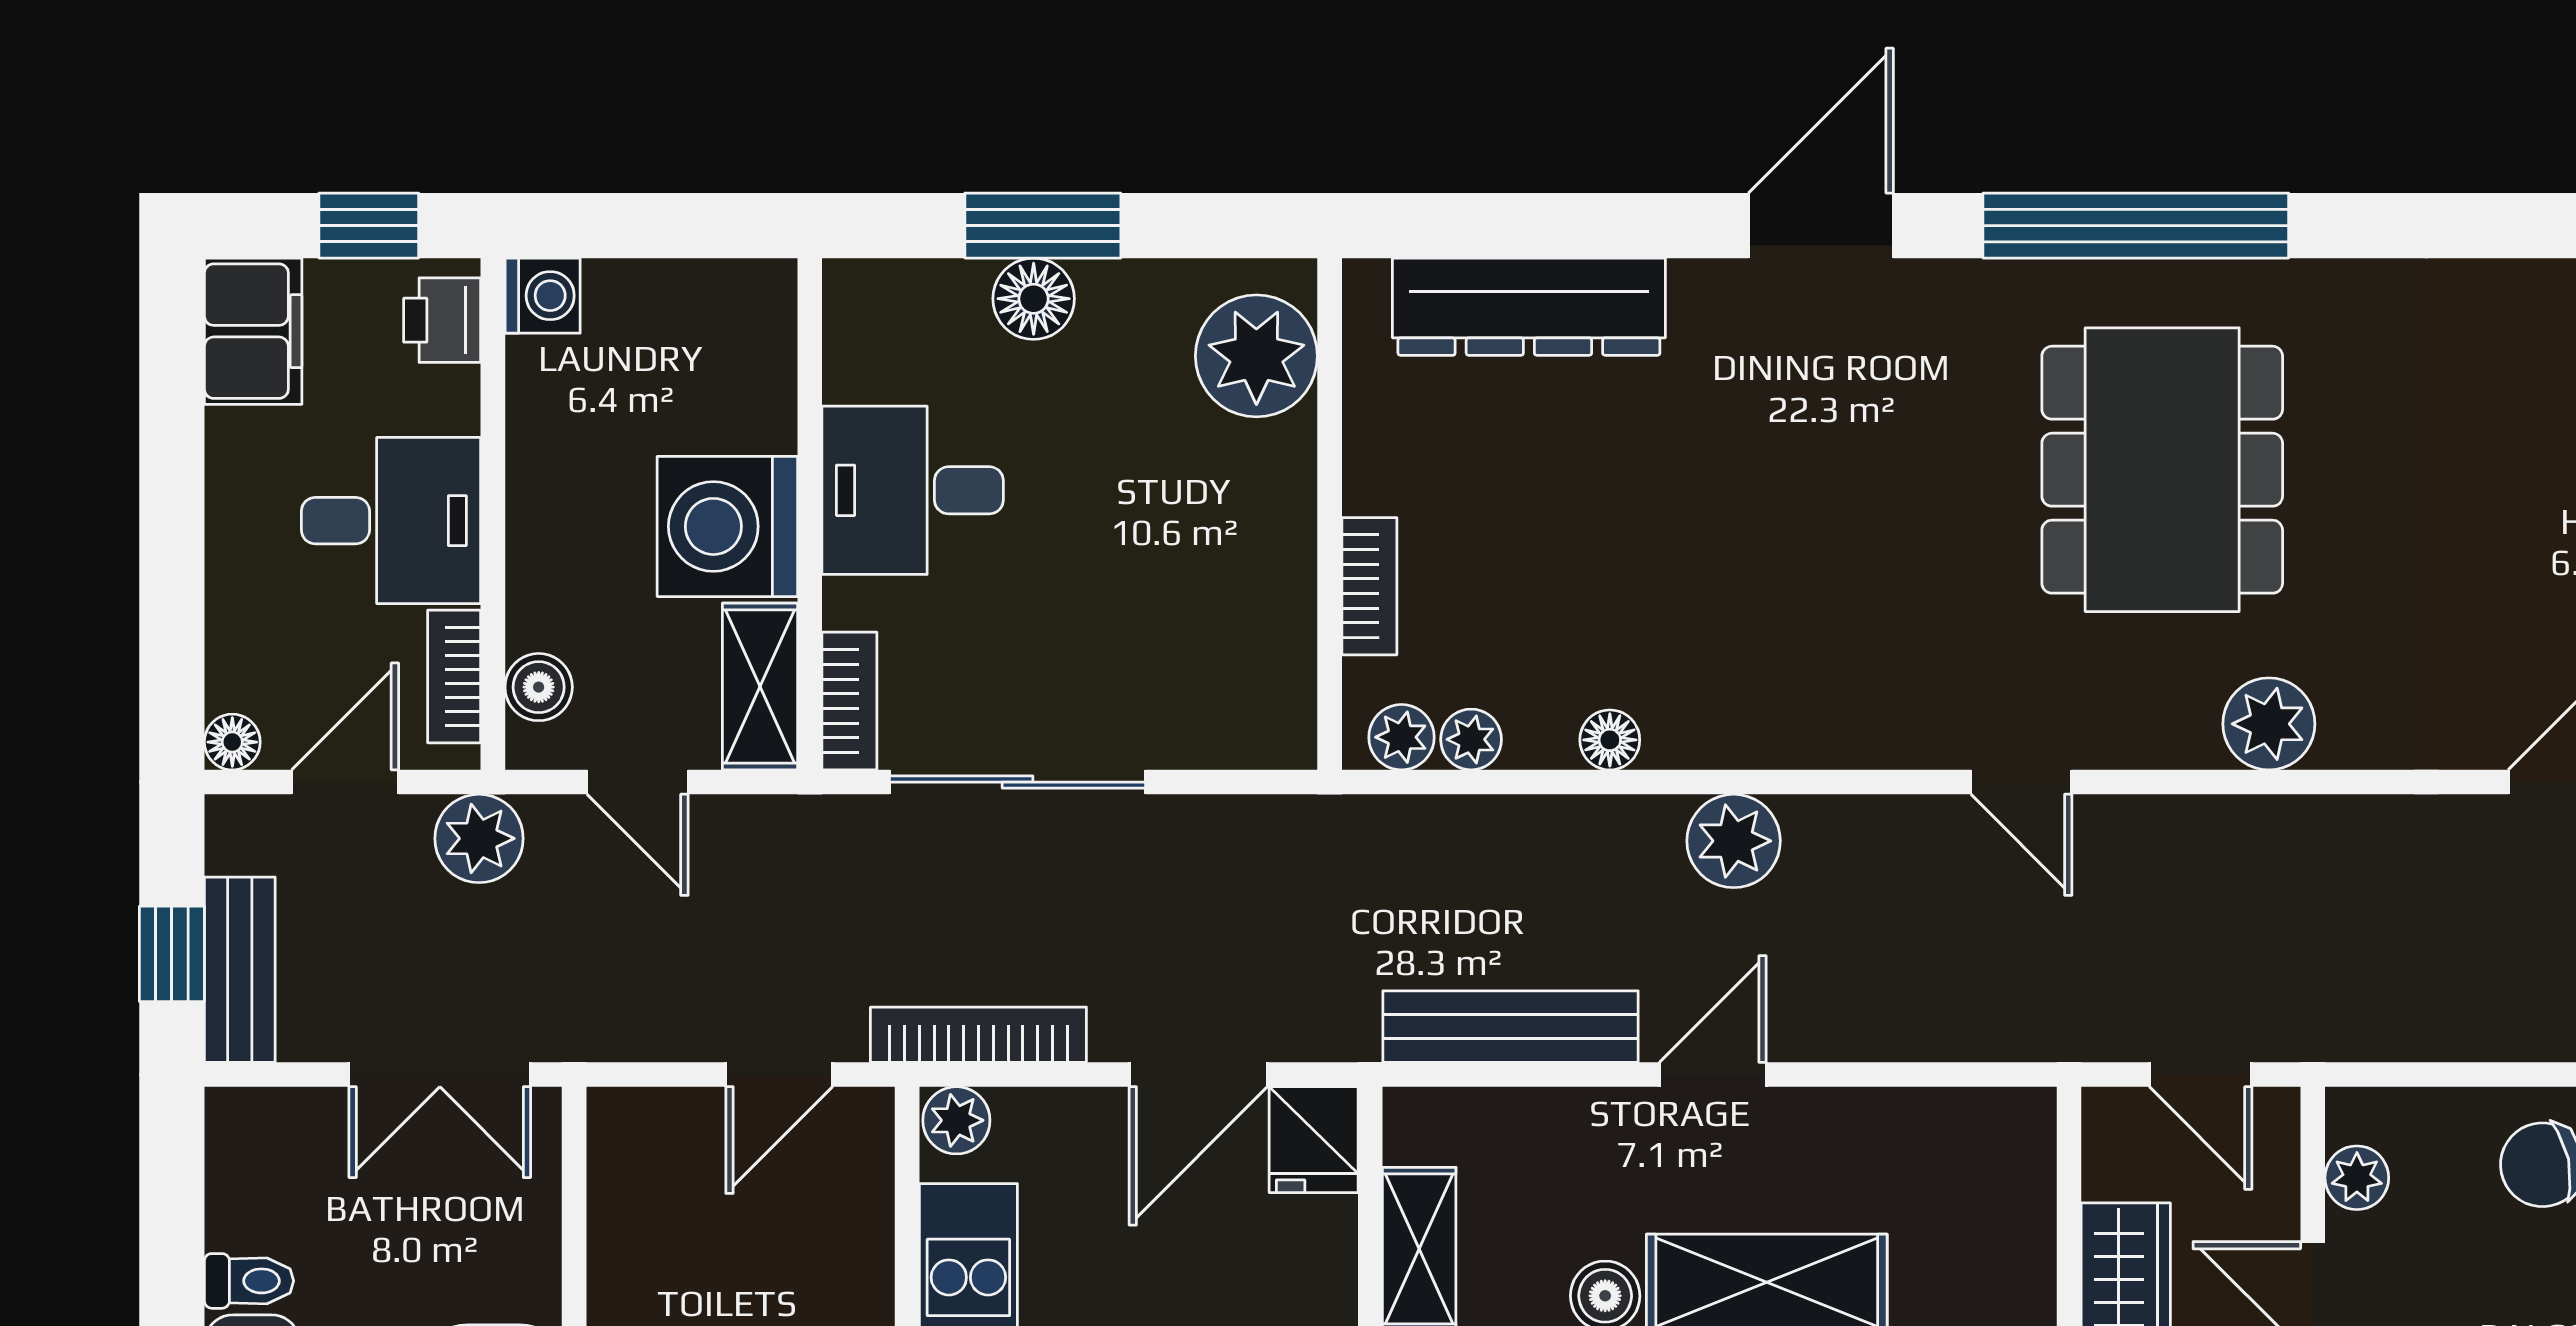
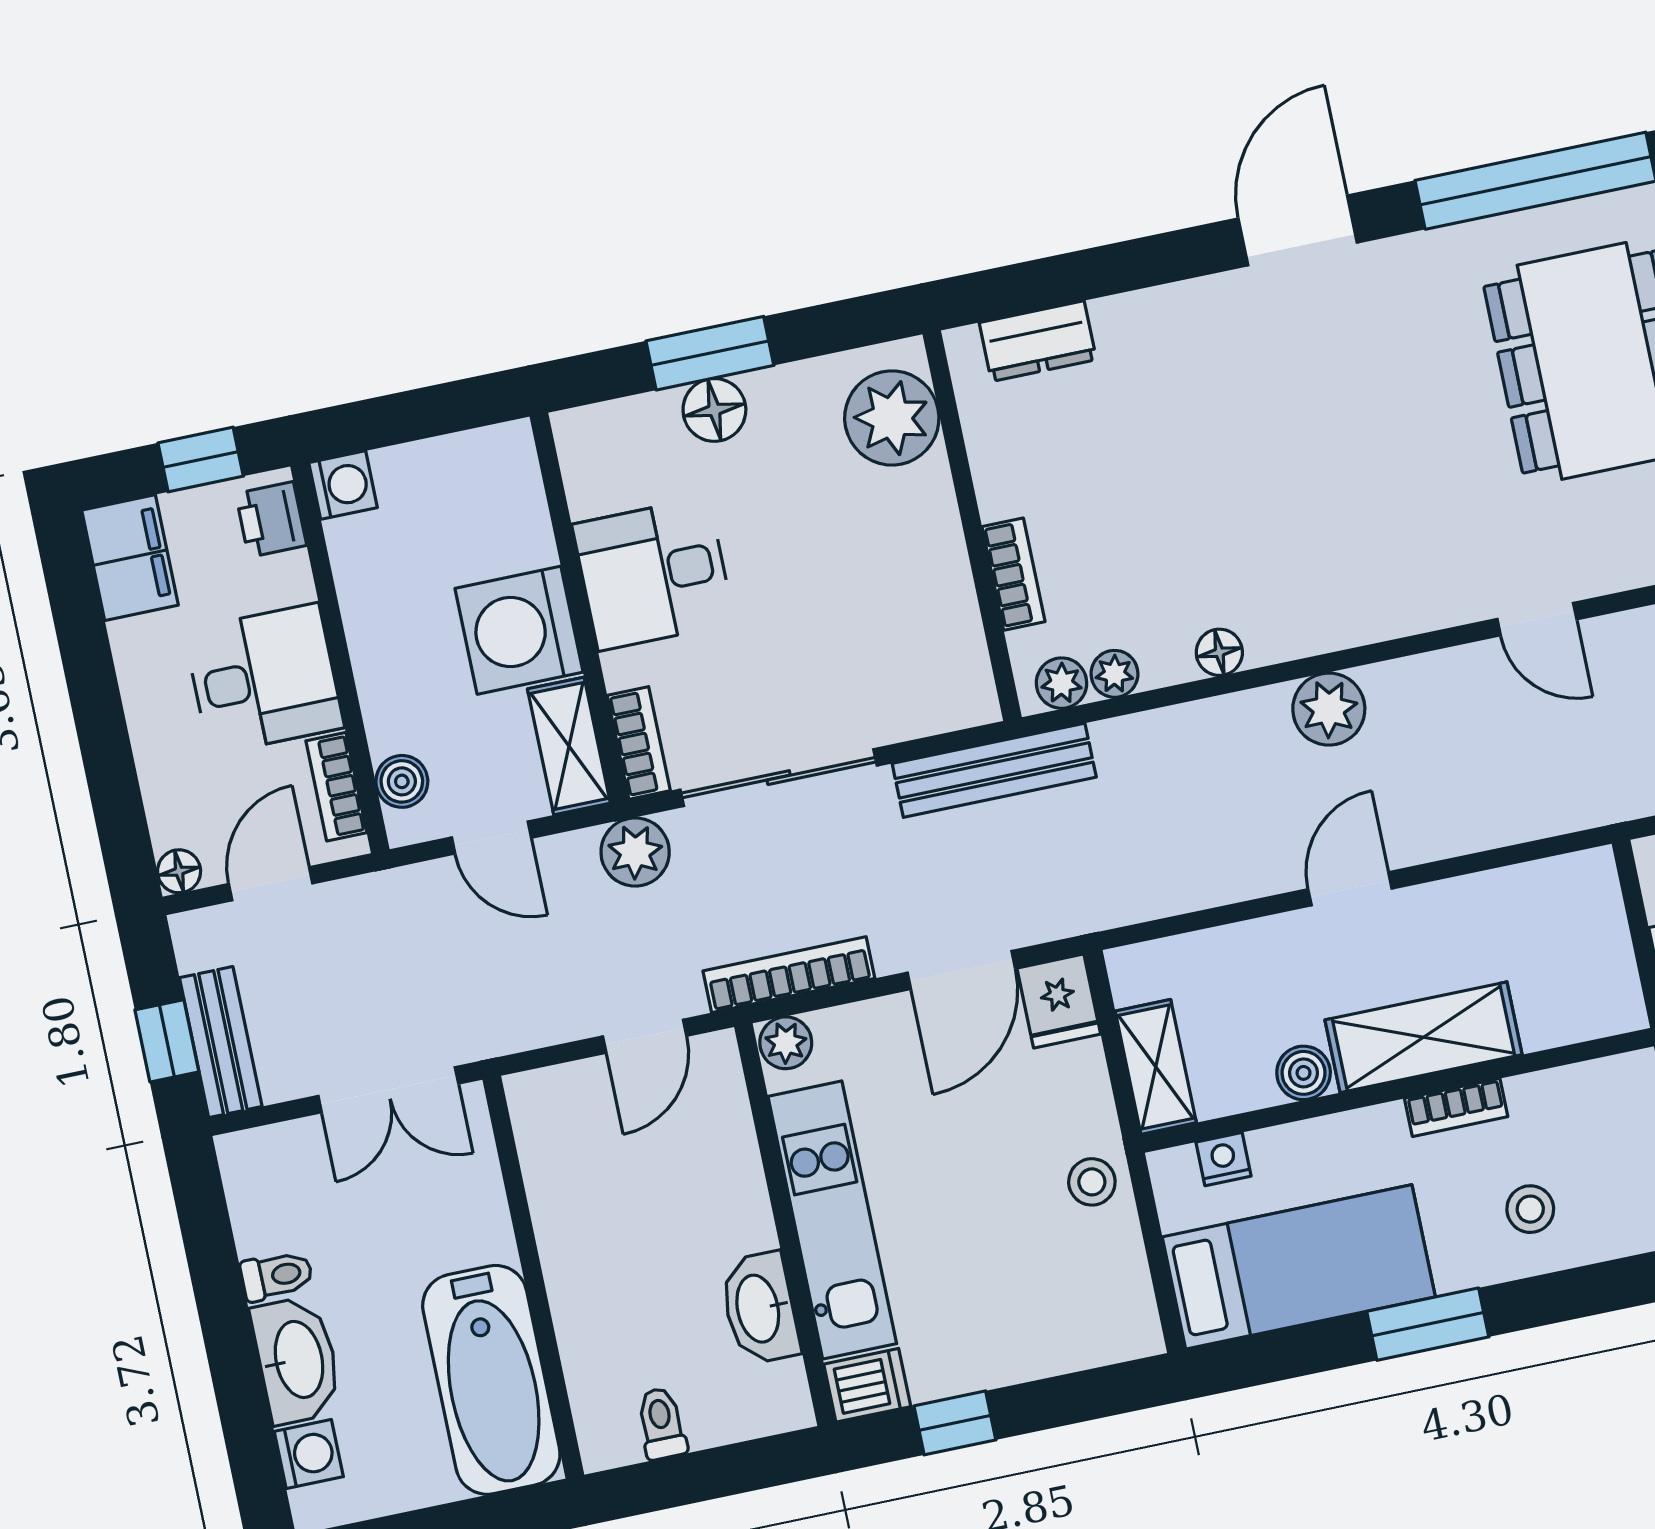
dresser: (1529, 307) -> (1038, 341), width x0.51, depth x0.80
plant: (479, 838) -> (635, 852), moved
bench: (1511, 1027) -> (994, 770), moved

